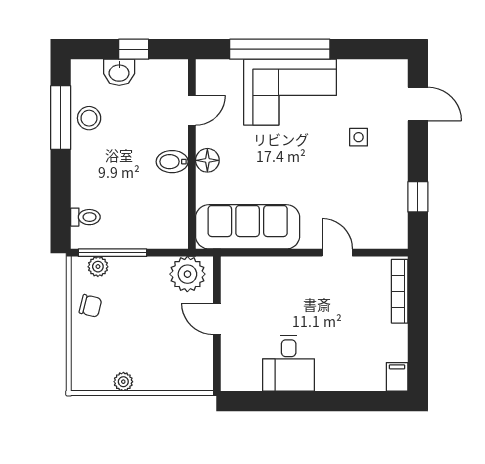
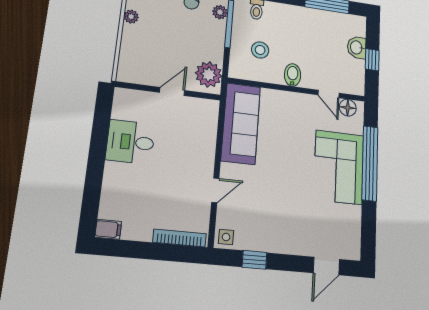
stool: (89, 118) -> (260, 50), moved
side table: (359, 137) -> (226, 237), moved
floor lamp: (207, 160) -> (348, 108), moved

